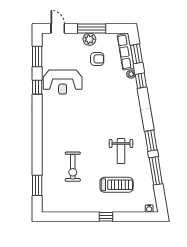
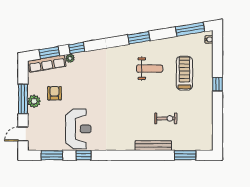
bench: (46, 155) -> (153, 146), added
exercise bike: (73, 167) -> (166, 118), width x0.73, depth x0.72
window: (156, 171) -> (190, 29), moved

